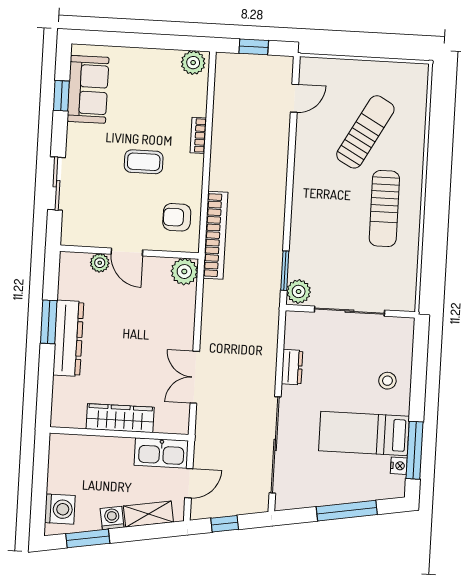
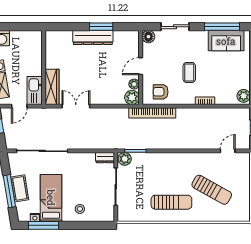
window: (61, 96) -> (222, 27), width x2.17
door: (294, 98) -> (228, 151), swing flipped
sun lounger: (384, 209) -> (171, 202), turned 180
armchair: (177, 217) -> (161, 92), turned -90
floor lamp: (72, 234) -> (148, 37), added
plant: (100, 263) -> (134, 84), moved
dresser: (292, 367) -> (105, 158), moved
wardrobe: (120, 418) -> (52, 87), moved
door: (189, 483) -> (19, 106), hinge flipped
cot: (343, 491) -> (20, 188), added

